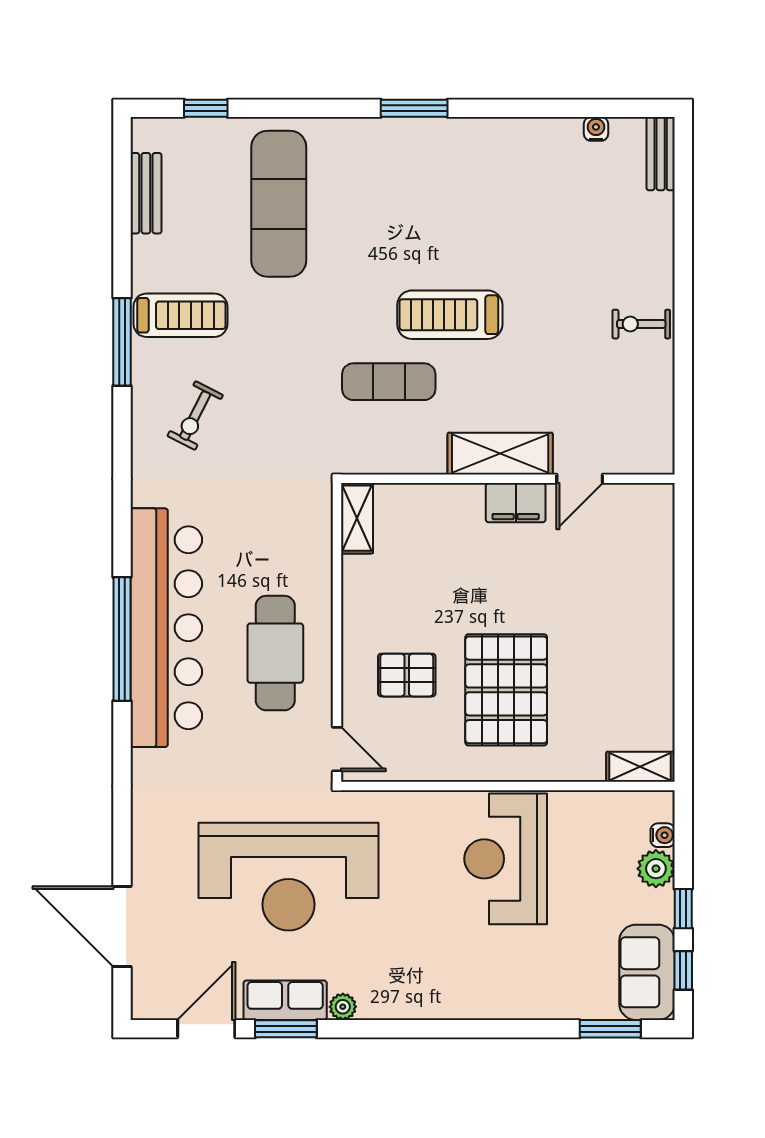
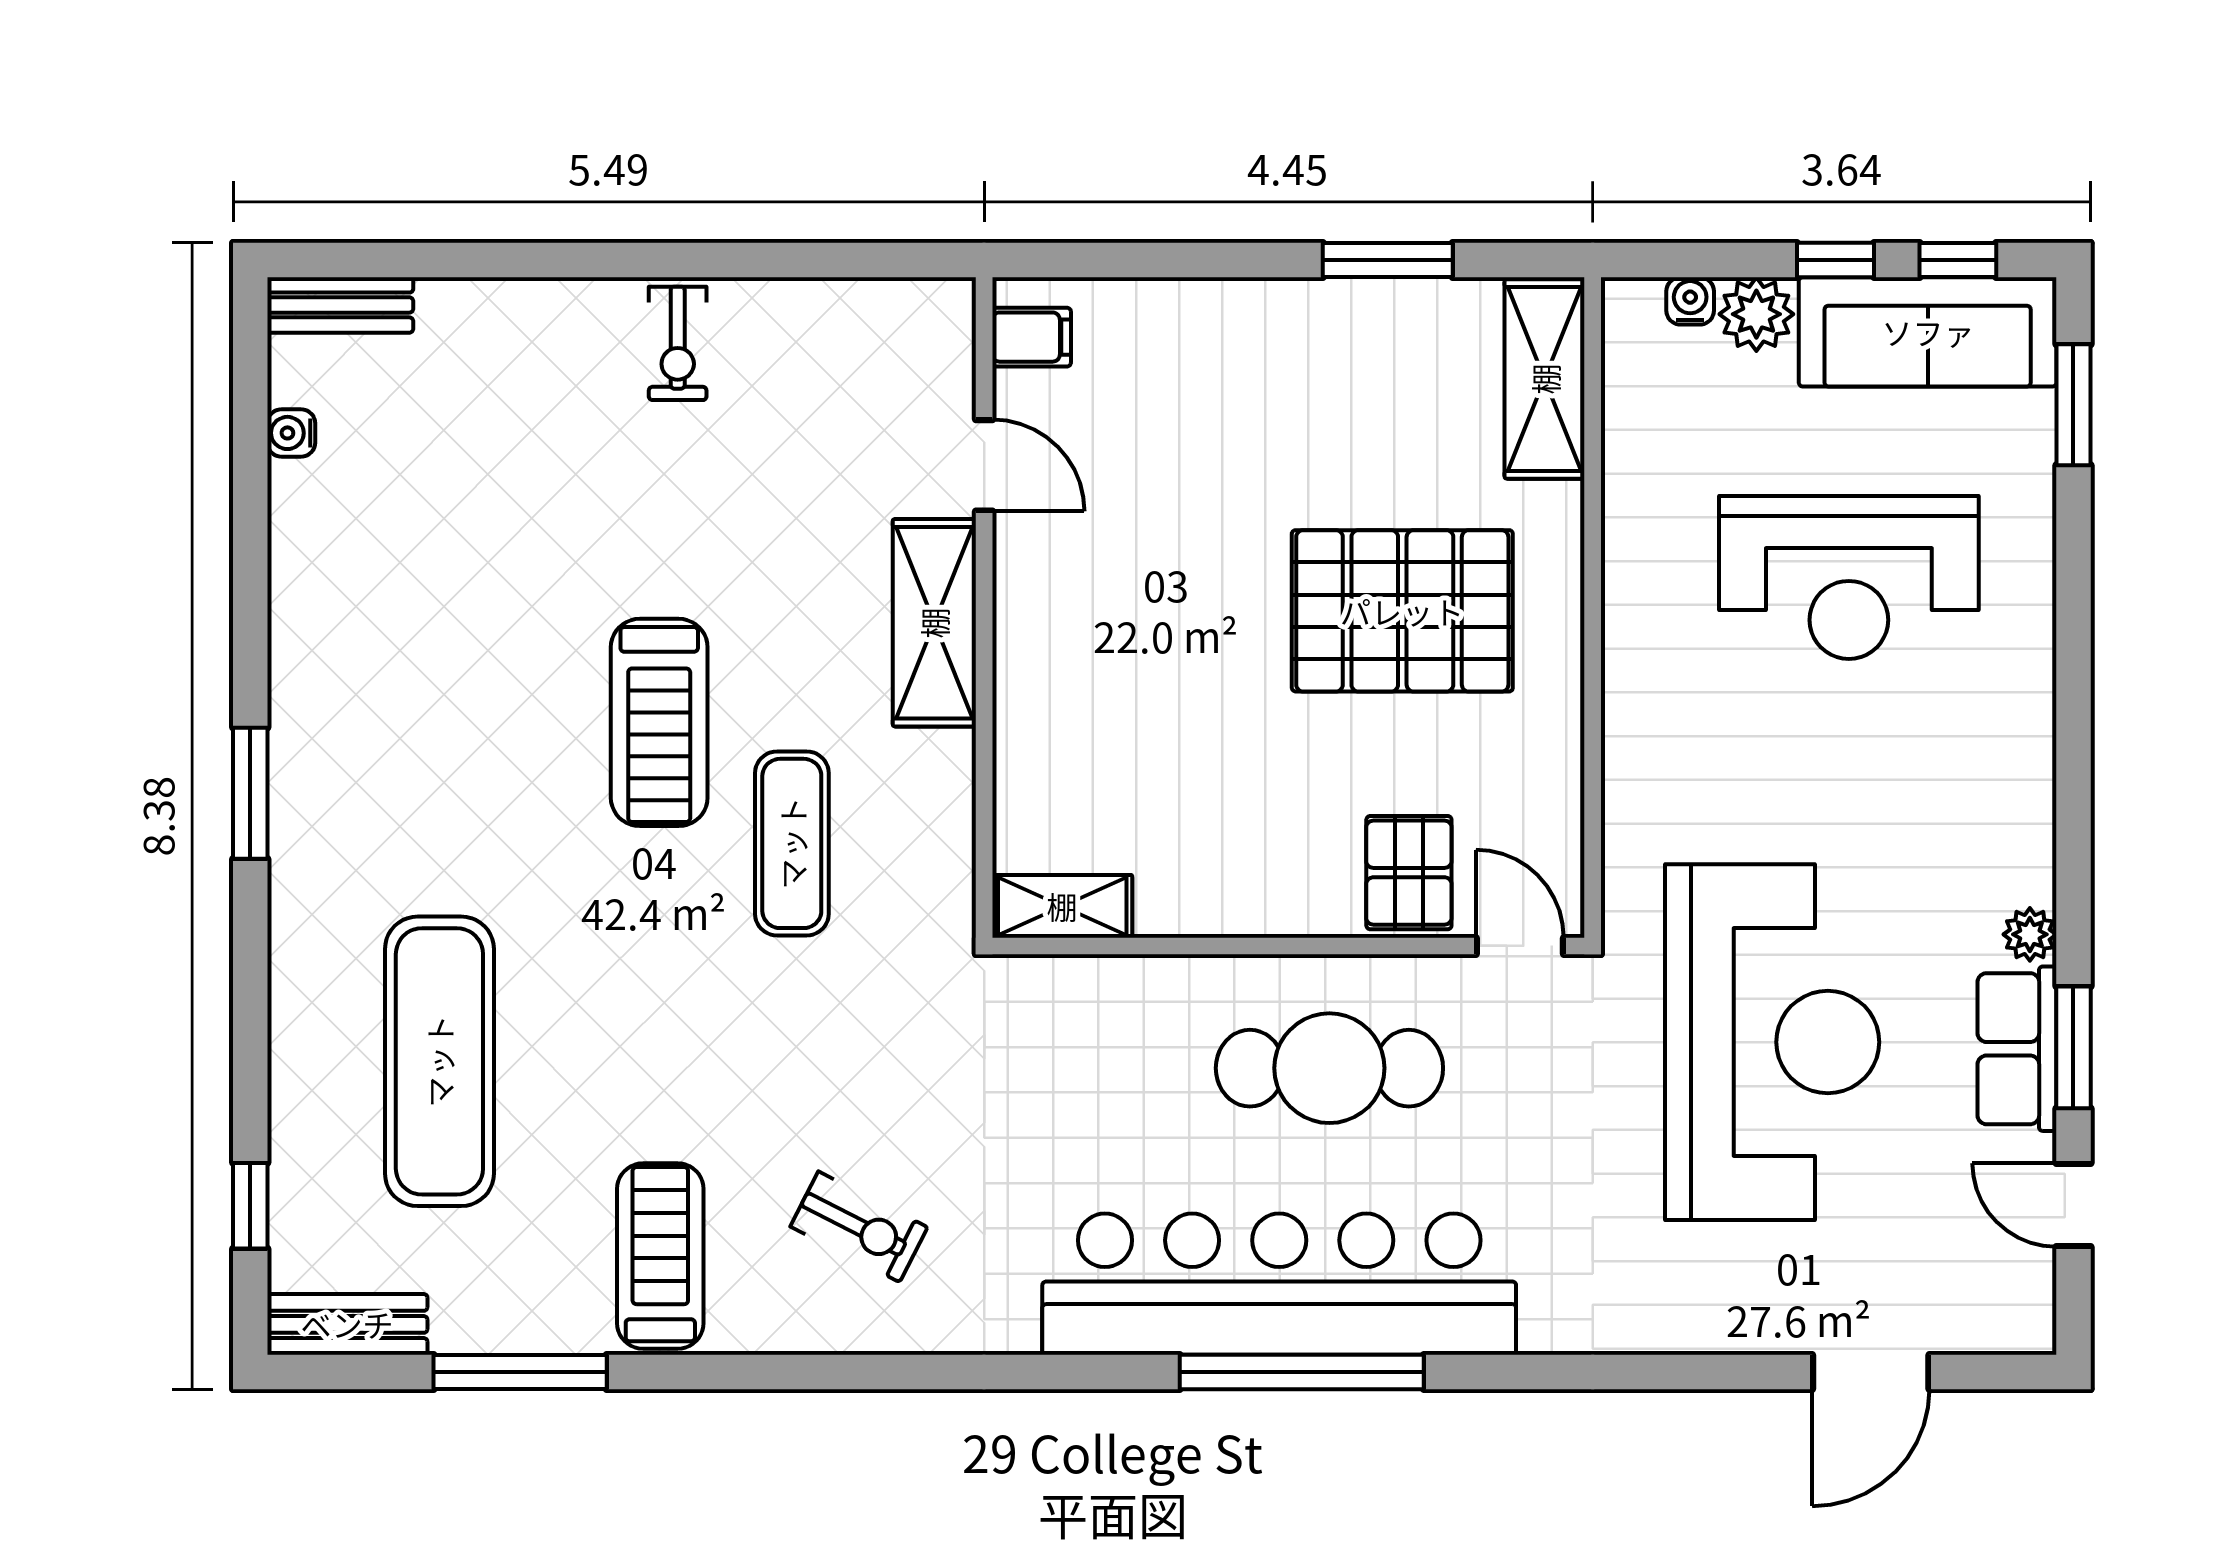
bench: (146, 193) -> (347, 1324), moved
exercise mat: (279, 204) -> (439, 1061), turned 90
window: (122, 342) -> (520, 1372), moved
filing cabinet: (516, 503) -> (1032, 337), moved, width x0.50
pallet: (407, 675) -> (1409, 873), moved
window: (683, 683) -> (1388, 260), added
door: (337, 749) -> (1520, 946), hinge flipped
shelving: (640, 767) -> (1545, 379), width x1.50, depth x1.33
reception desk: (506, 859) -> (1849, 578), moved
door: (122, 926) -> (1871, 1372), width x0.73
sofa: (647, 972) -> (1928, 332), width x1.36
door: (206, 1029) -> (2073, 1205), width x0.73

